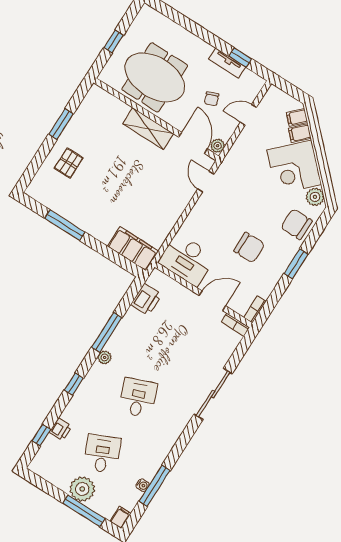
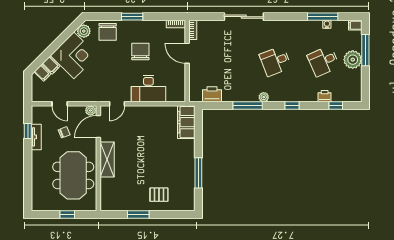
desk: (187, 260) -> (148, 89), moved, turned 90

